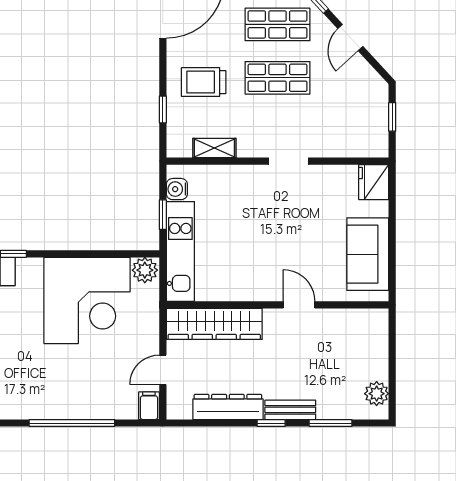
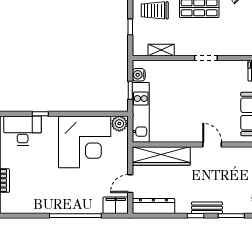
filing cabinet: (149, 406) -> (116, 205), width x2.00
dresser: (228, 407) -> (153, 206), moved

